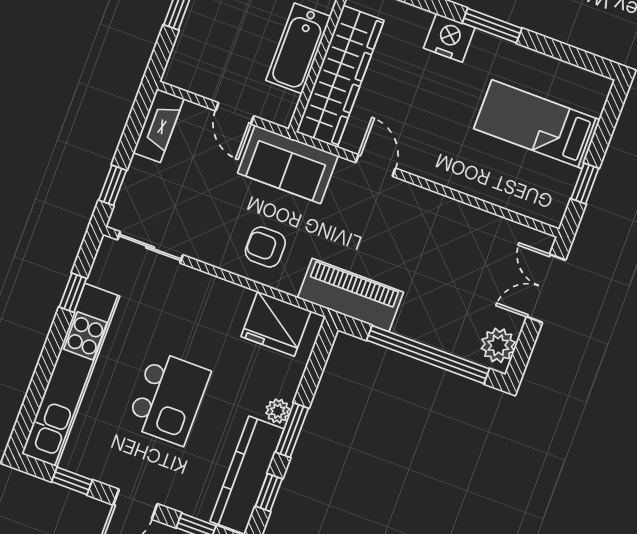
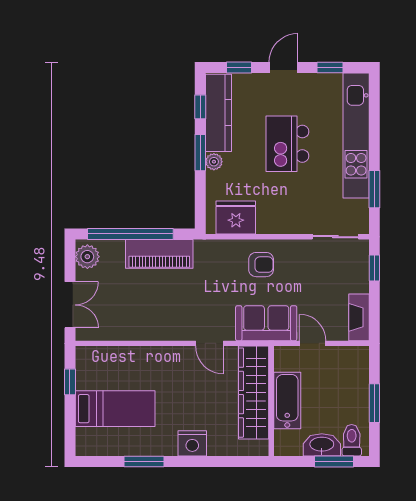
window: (492, 26) -> (144, 461), moved
window: (73, 293) -> (374, 189), width x1.50
piano: (350, 295) -> (159, 254), moved

